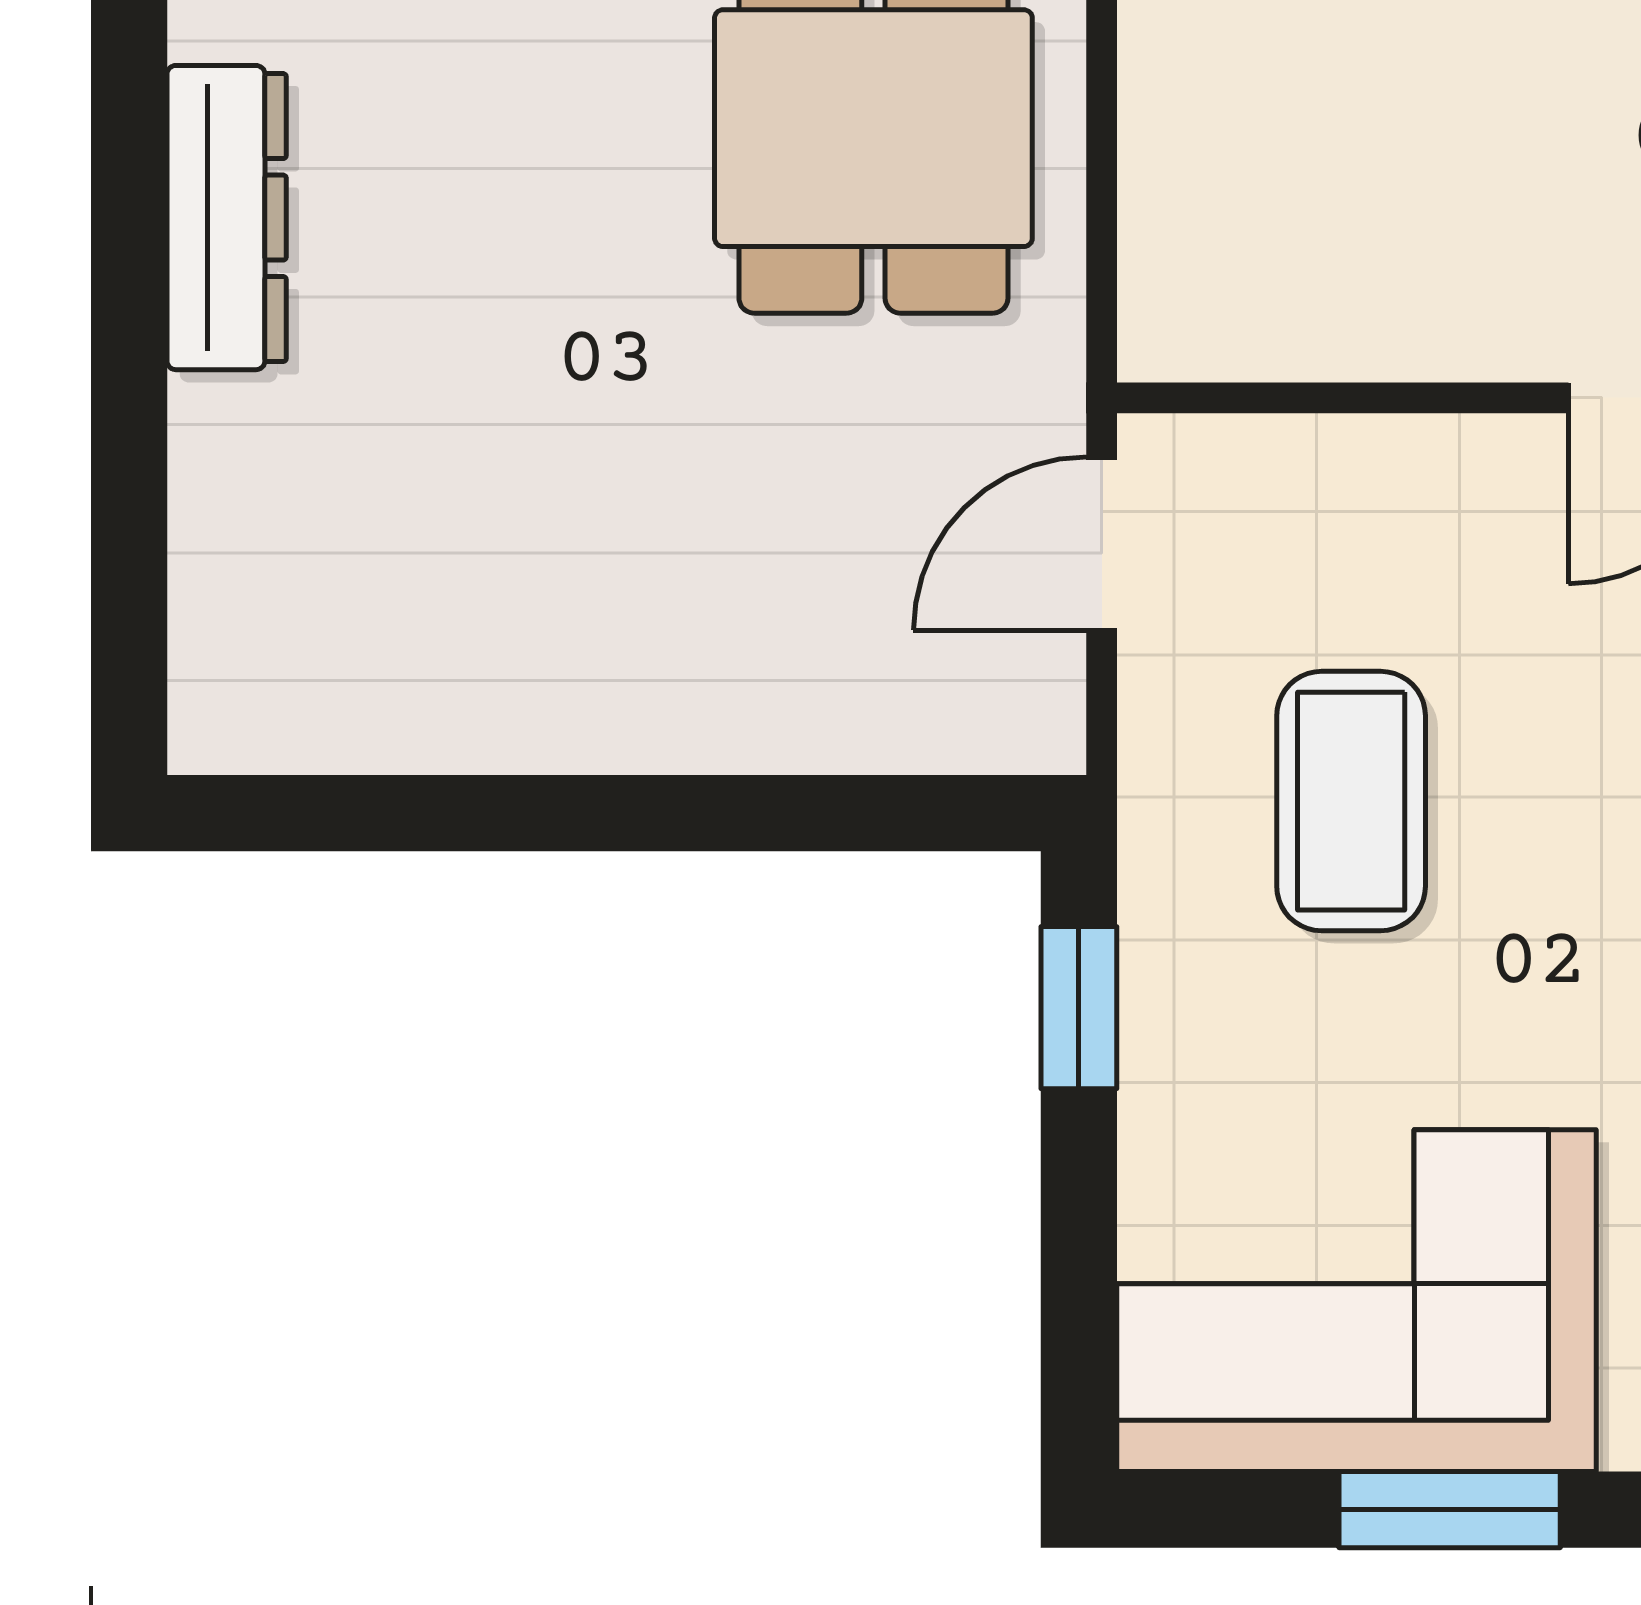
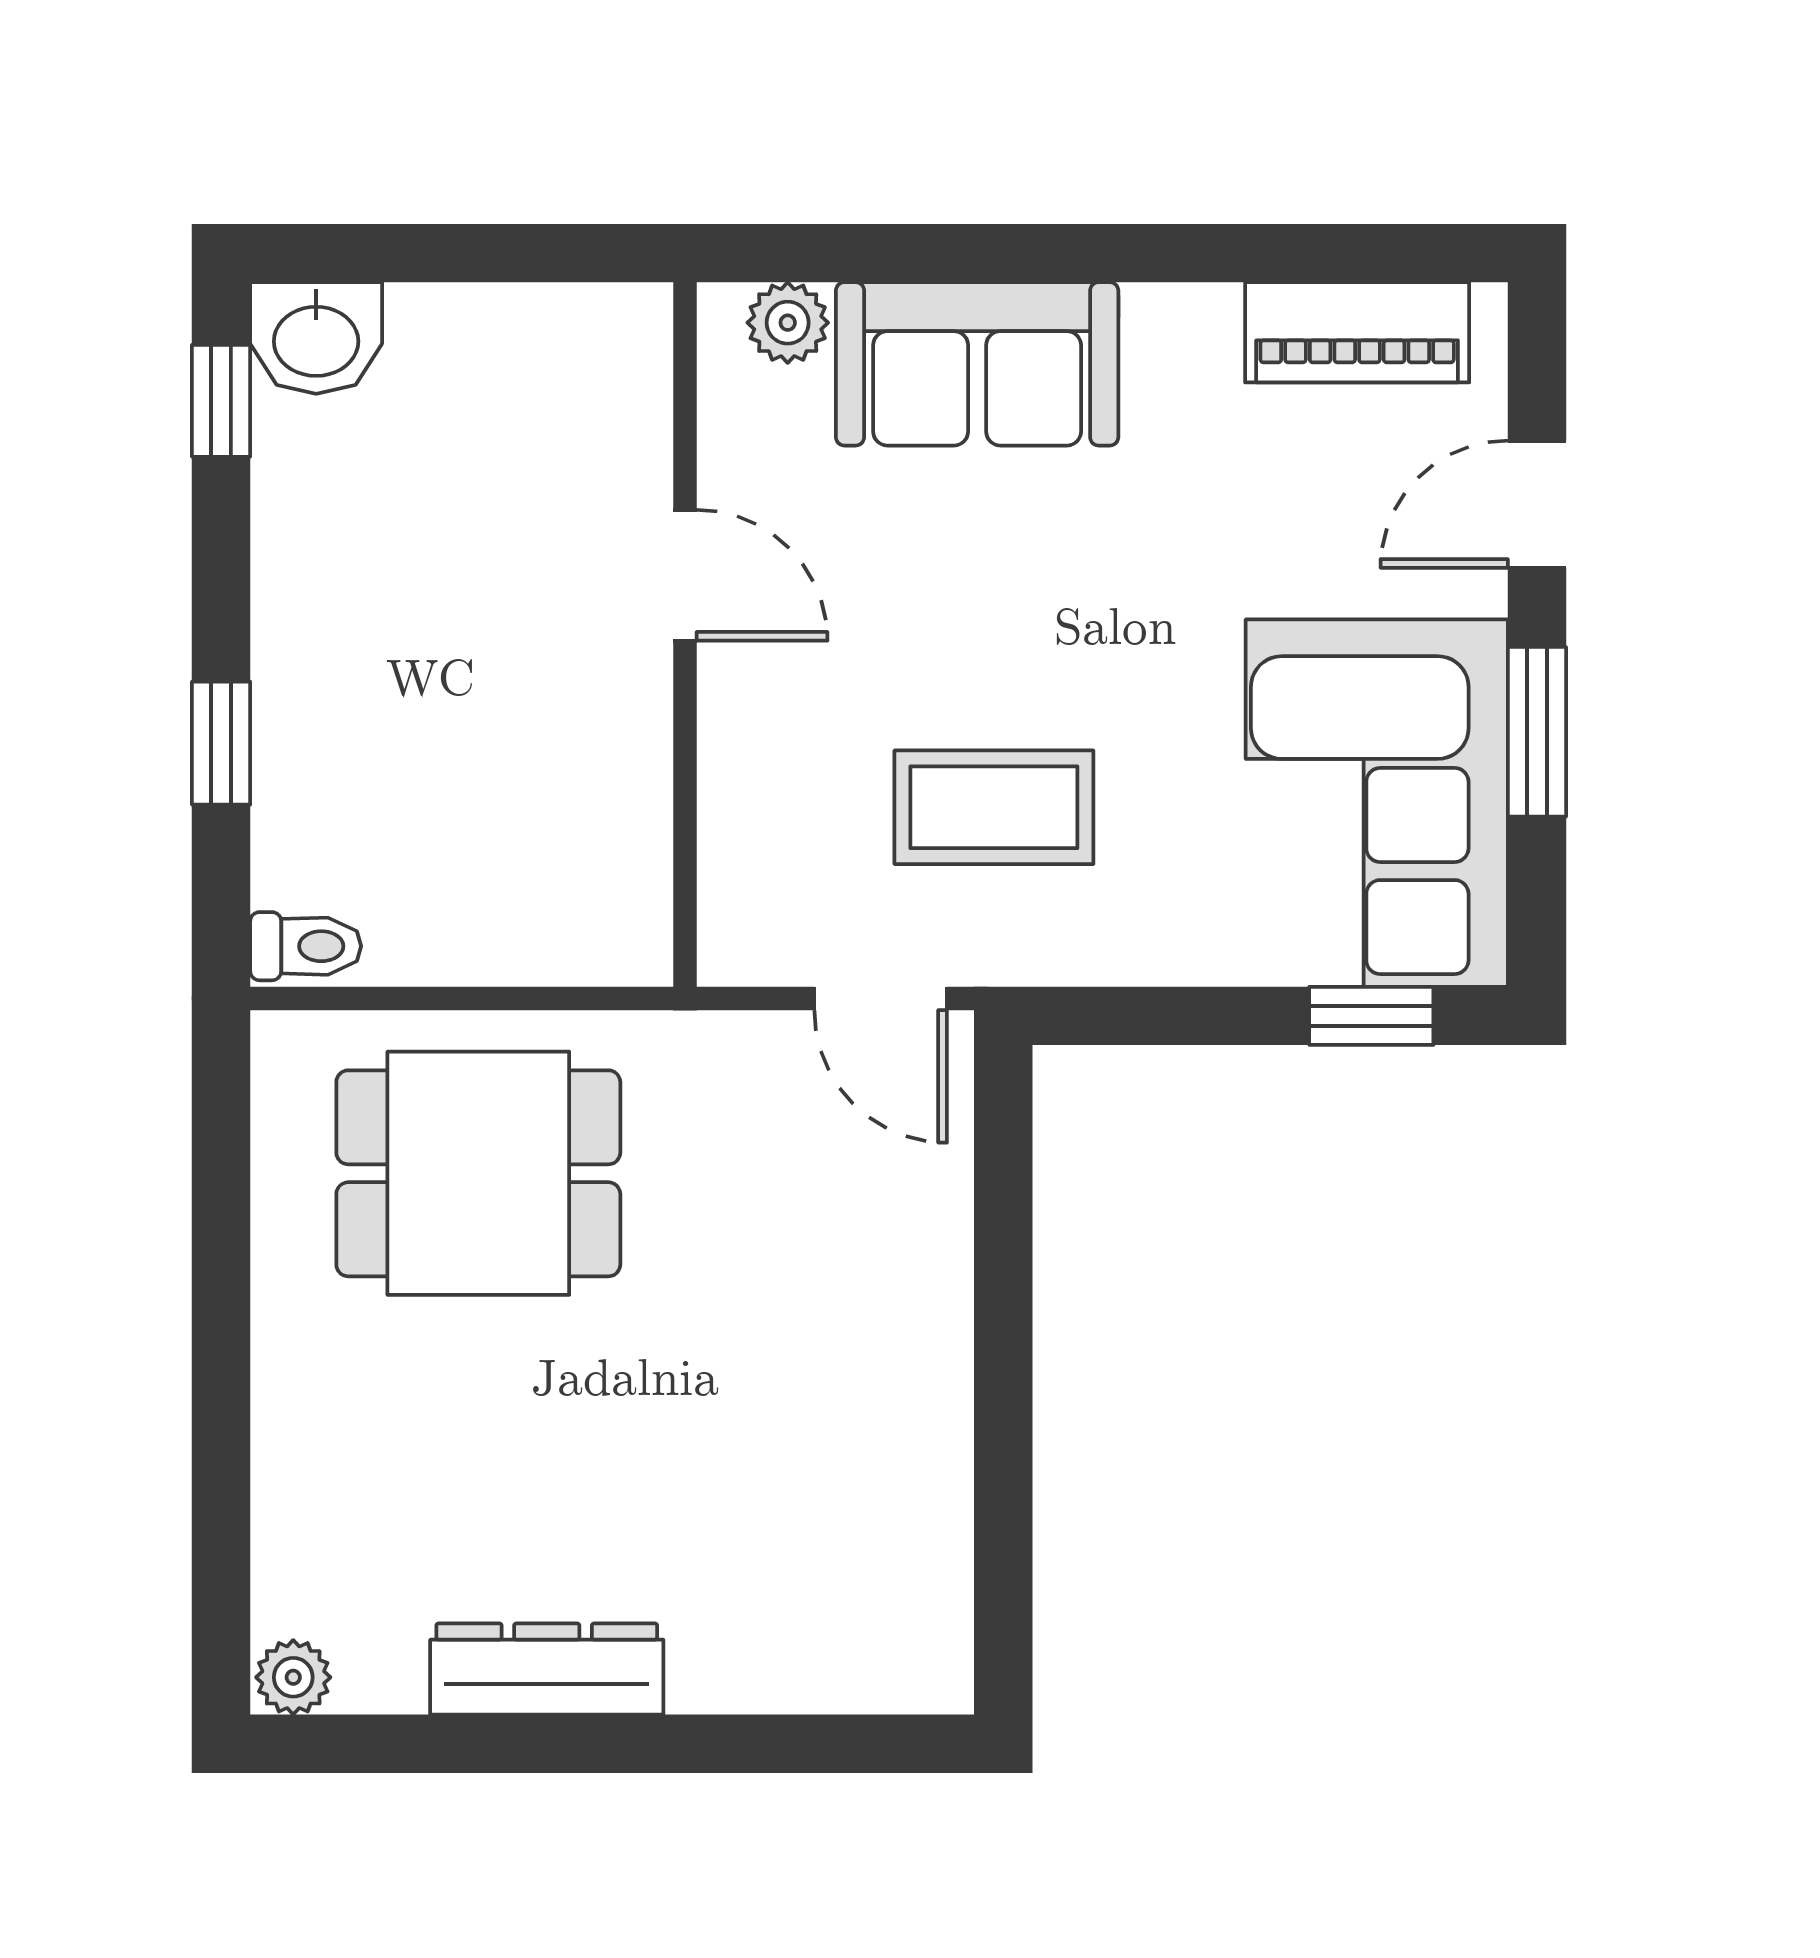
door: (1102, 544) -> (881, 998), moved
window: (1079, 1008) -> (1371, 1016), moved

